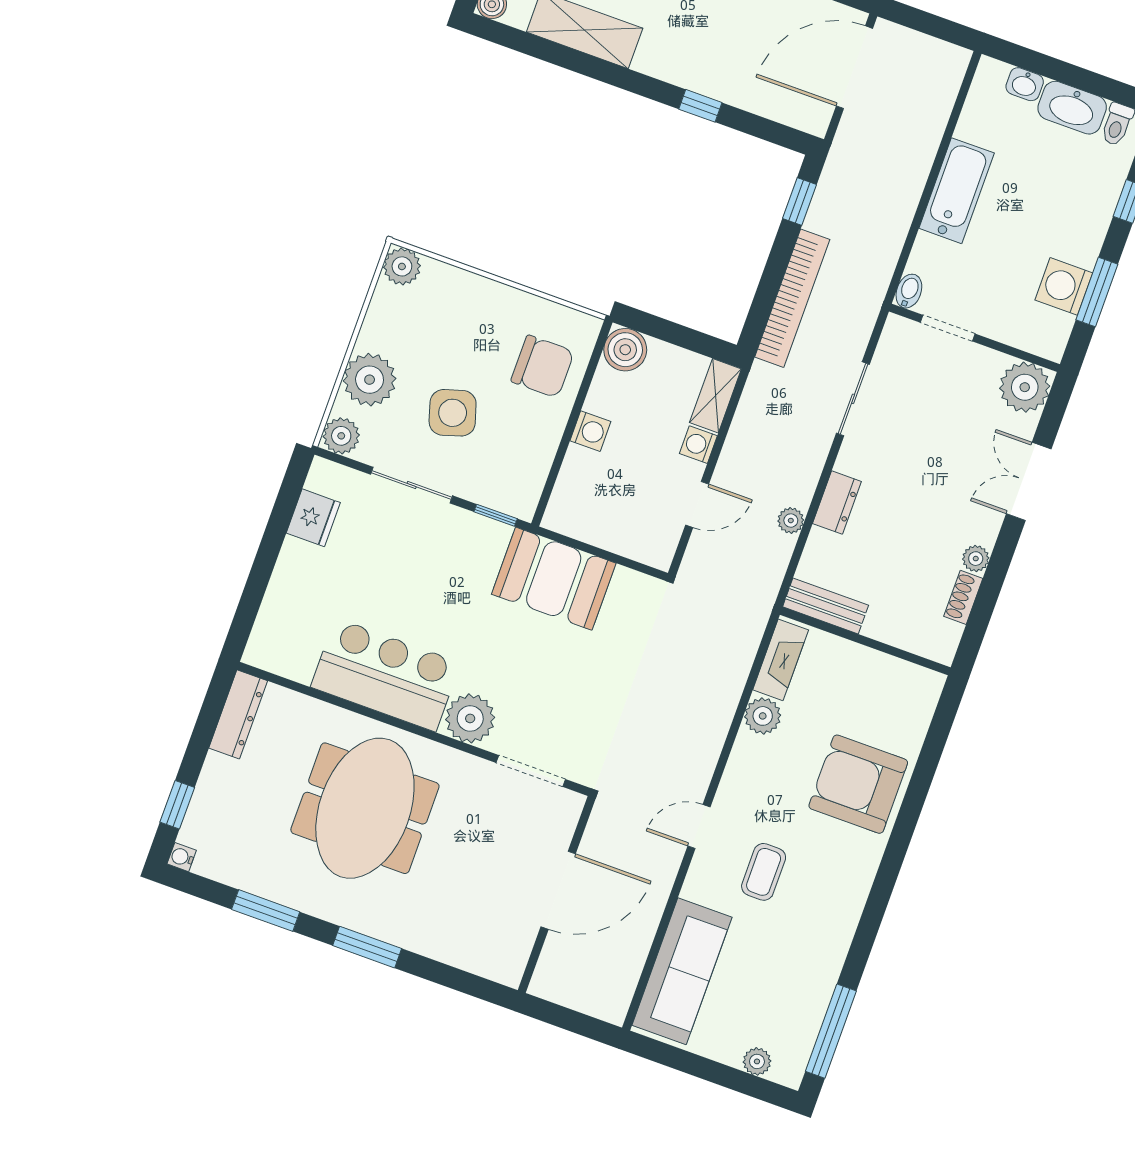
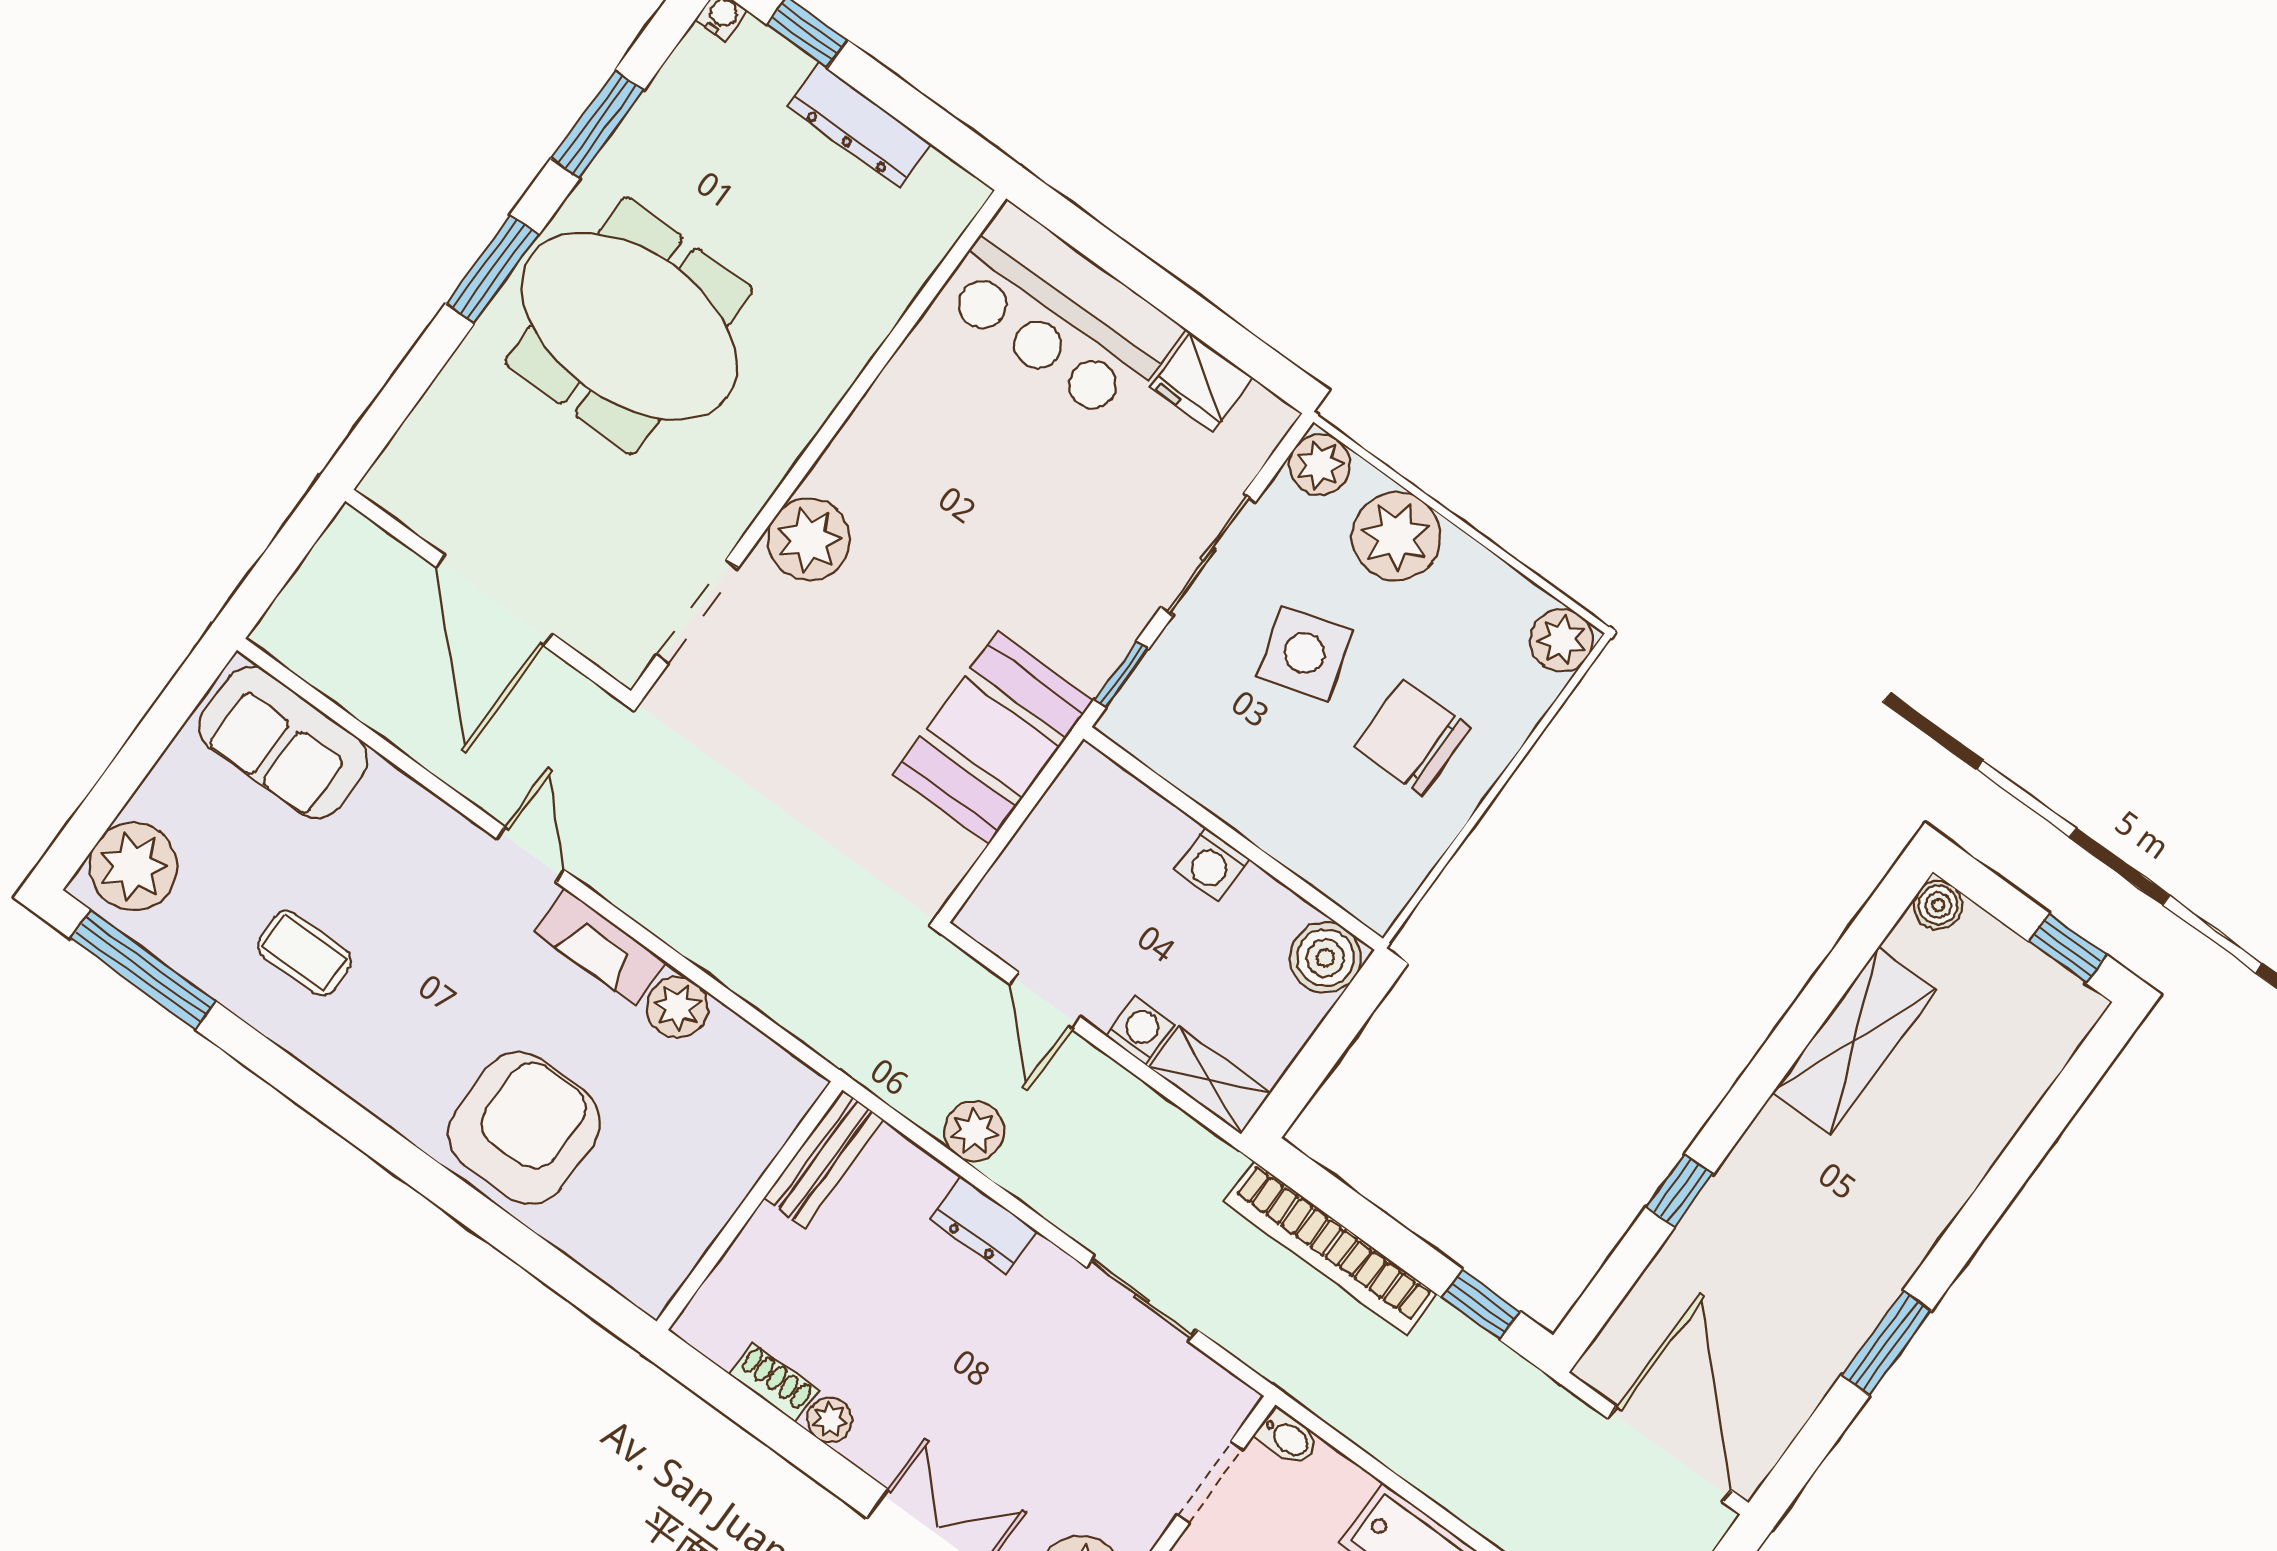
chair: (543, 366) -> (1412, 738), moved, turned 90
plant: (791, 521) -> (974, 1131), width x1.38, depth x1.38
fireplace: (781, 660) -> (600, 947), moved
bar counter: (386, 675) -> (1060, 314), moved, turned 90
dresser: (238, 714) -> (859, 125), moved
meeting table: (365, 808) -> (629, 326), moved
coffee table: (764, 872) -> (304, 953), moved
sofa: (682, 971) -> (283, 743), width x0.73
plant: (757, 1061) -> (133, 867), width x1.88, depth x1.88

